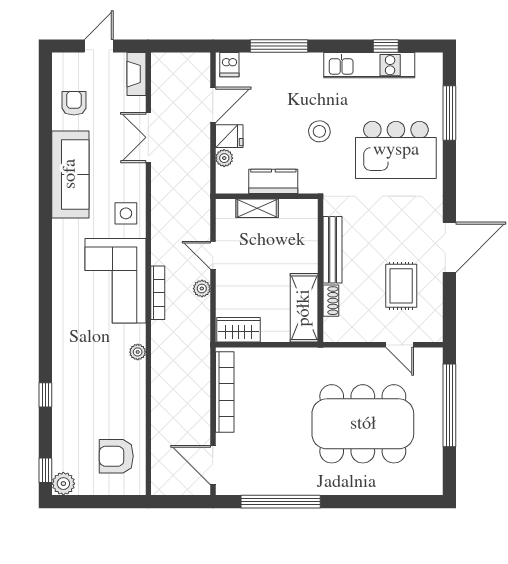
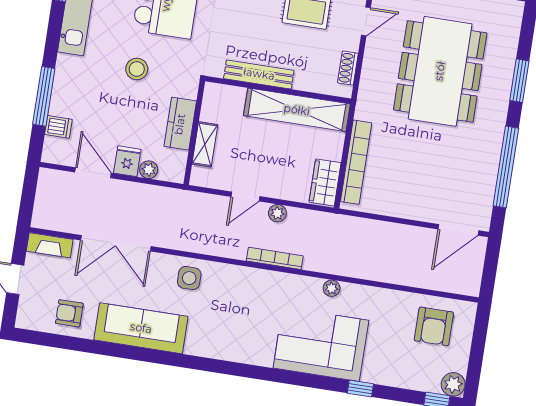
dishwasher: (229, 65) -> (58, 127), moved
double door: (148, 137) -> (116, 243), width x1.37
corner sofa: (115, 281) -> (321, 344), moved, turned 180
shoe rack: (331, 301) -> (348, 68), moved, turned -90
shelving: (304, 308) -> (297, 110), width x1.47
bookcase: (225, 392) -> (356, 162), moved, turned 90
window: (366, 502) -> (519, 81), added

